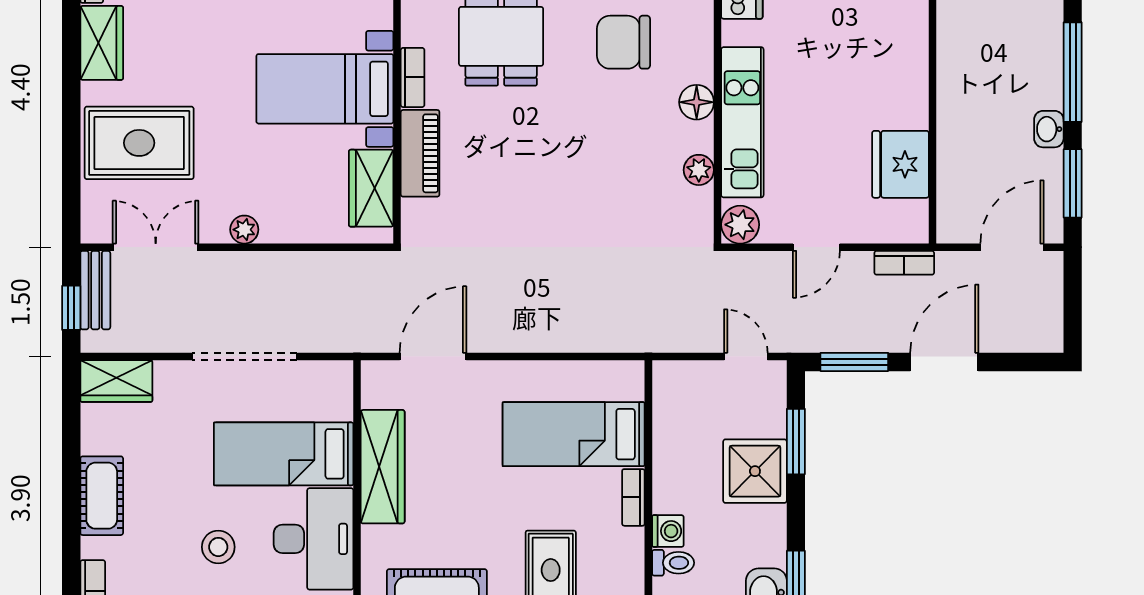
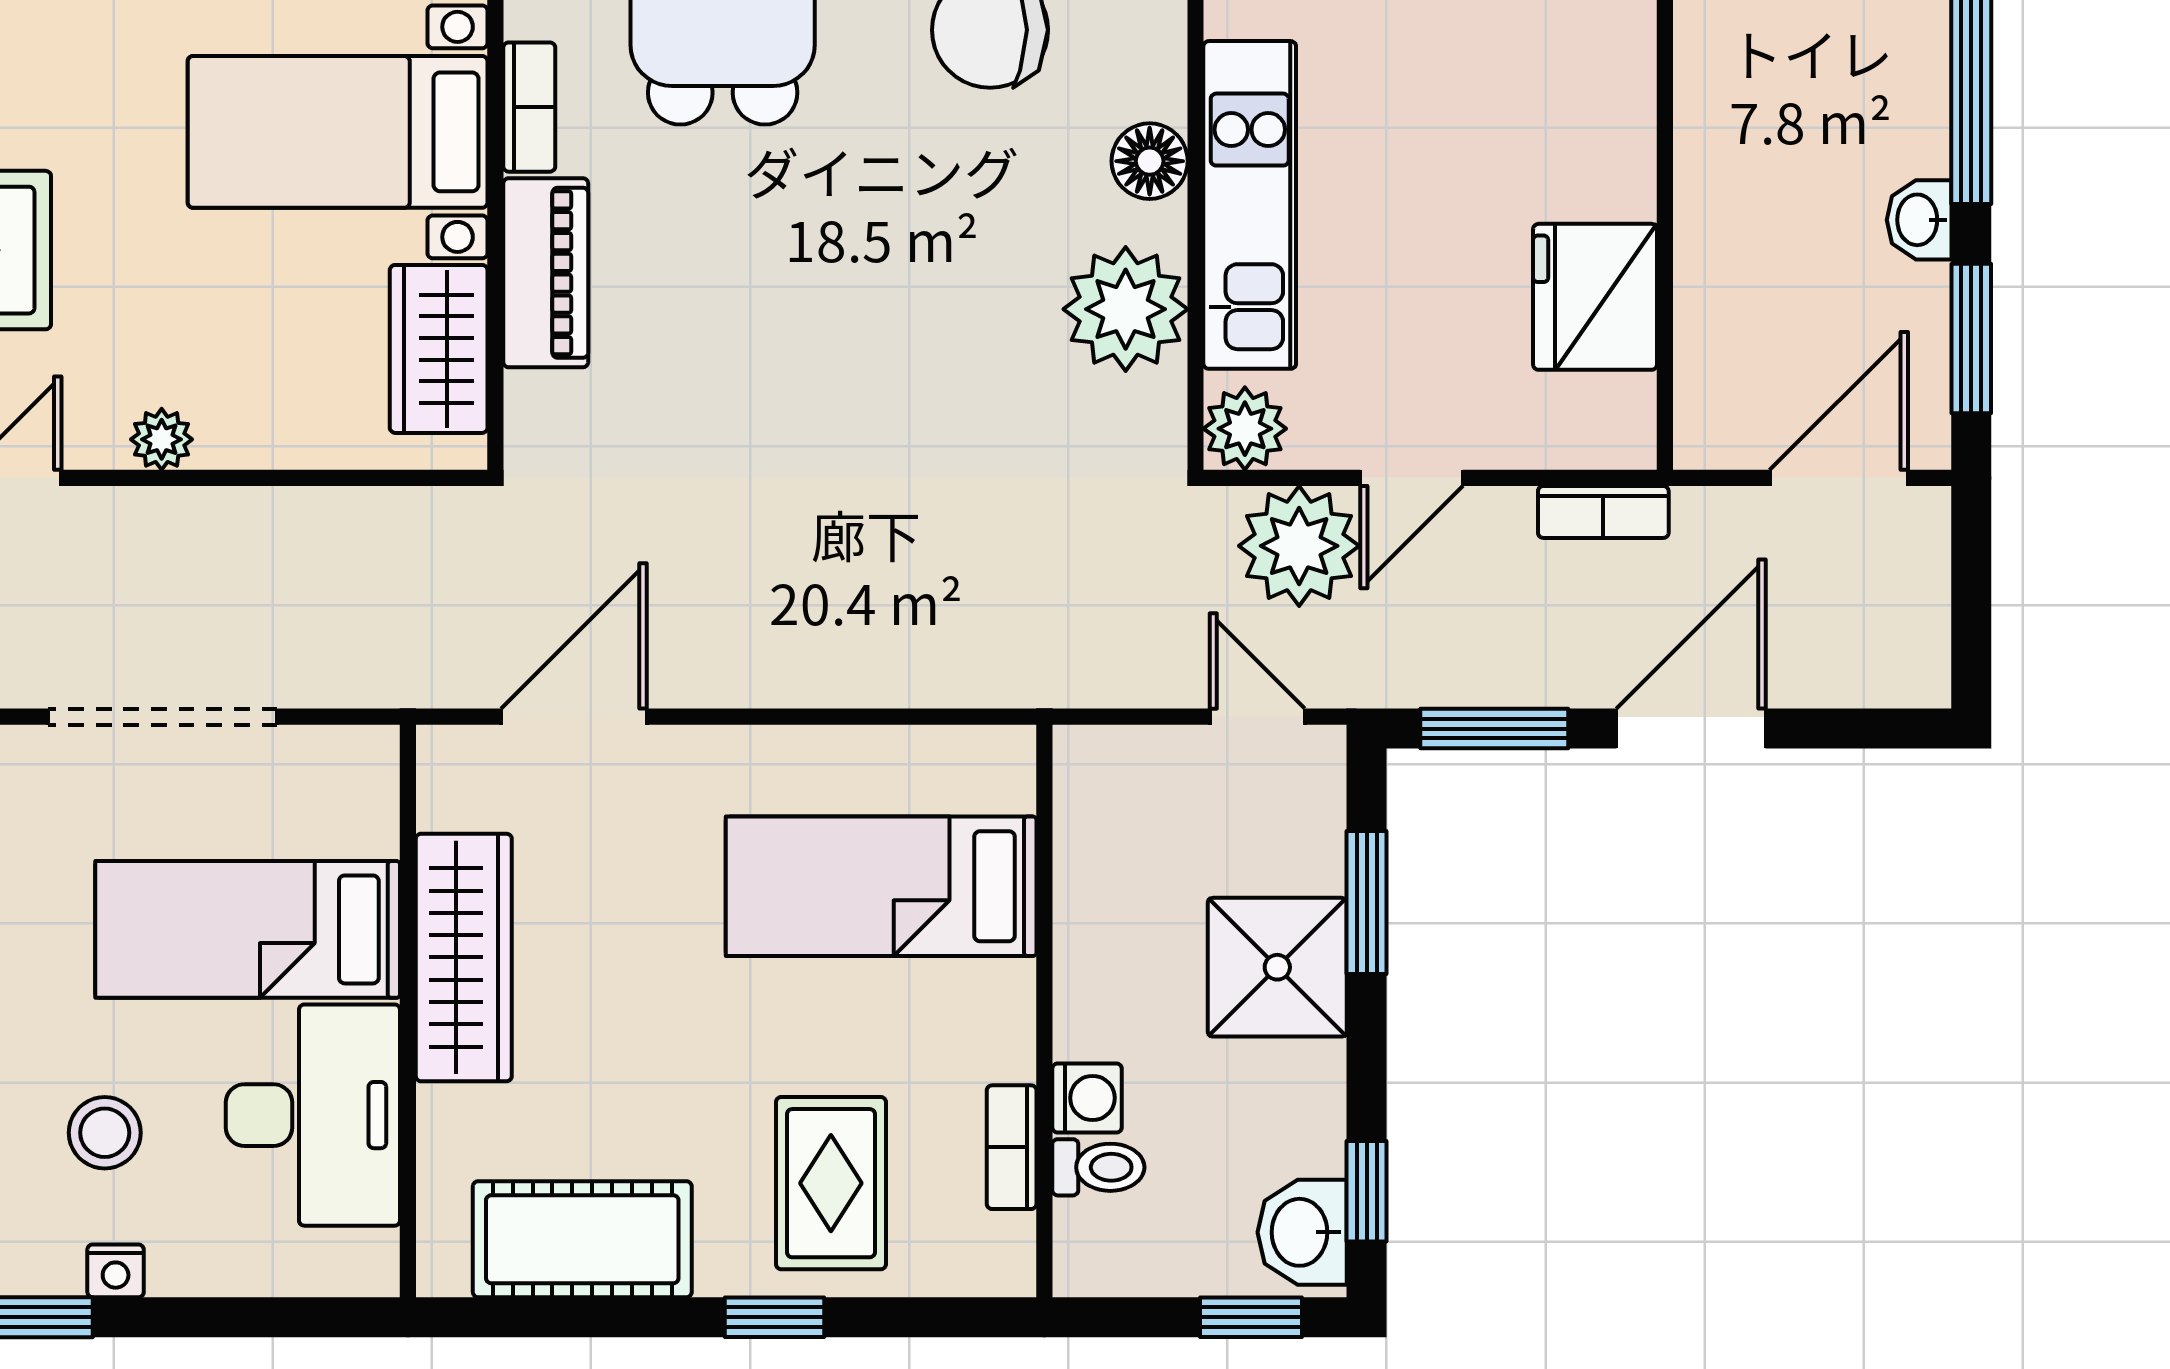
plant: (699, 170) -> (1126, 309), width x1.88, depth x1.88
plant: (765, 278) -> (1299, 546), added
bookcase: (633, 497) -> (1012, 1147), moved

